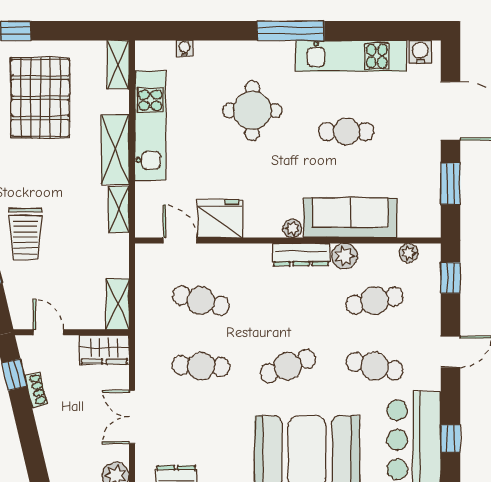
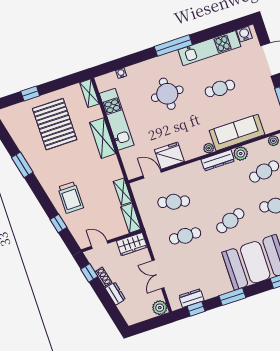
shelving: (119, 209) -> (123, 192), moved
dresser: (47, 425) -> (115, 294), added

